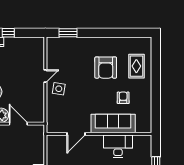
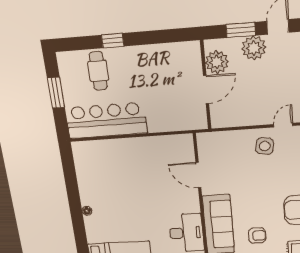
door: (45, 76) -> (283, 125), swing flipped

